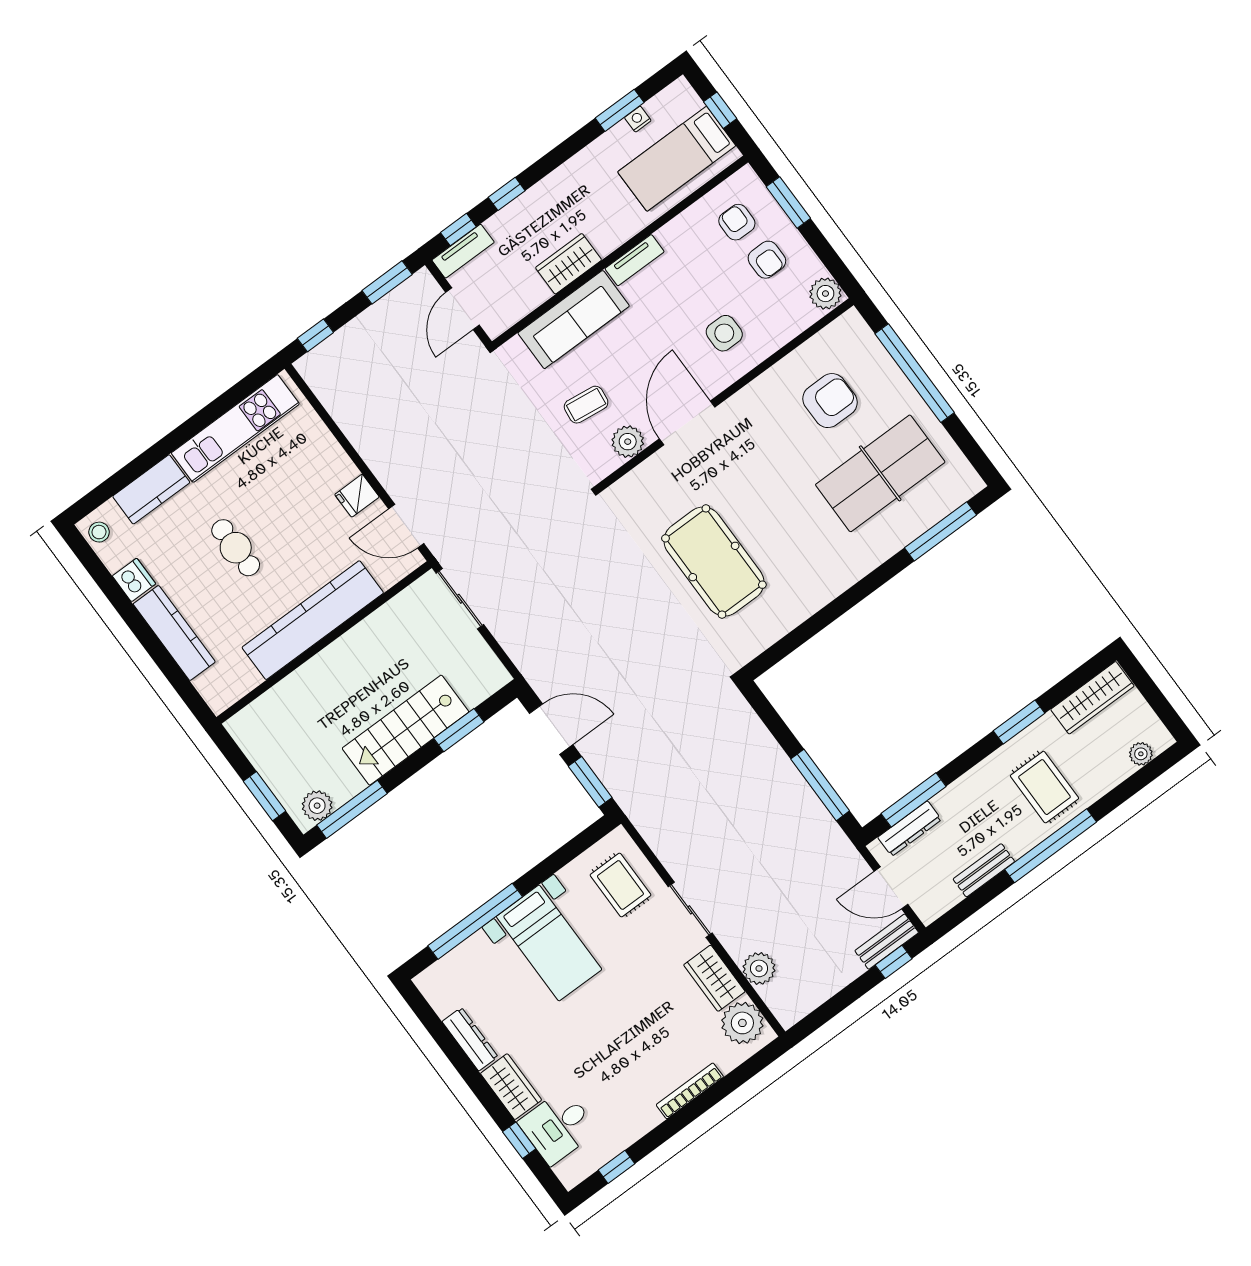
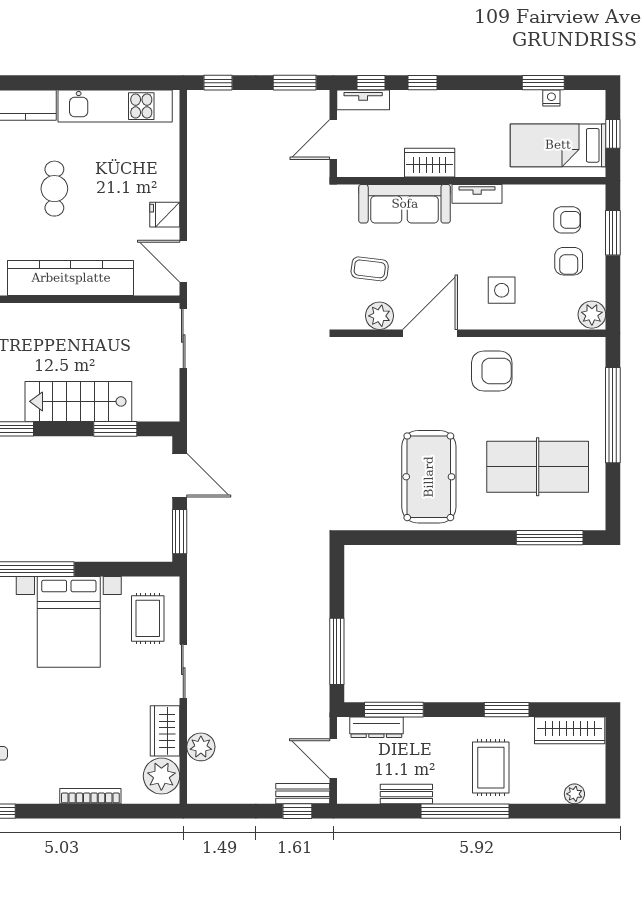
armchair: (737, 222) -> (567, 220), turned 90
armchair: (830, 401) -> (492, 371), moved
pool table: (714, 562) -> (429, 477), moved
bed with nightstands: (549, 943) -> (69, 622), width x1.36

